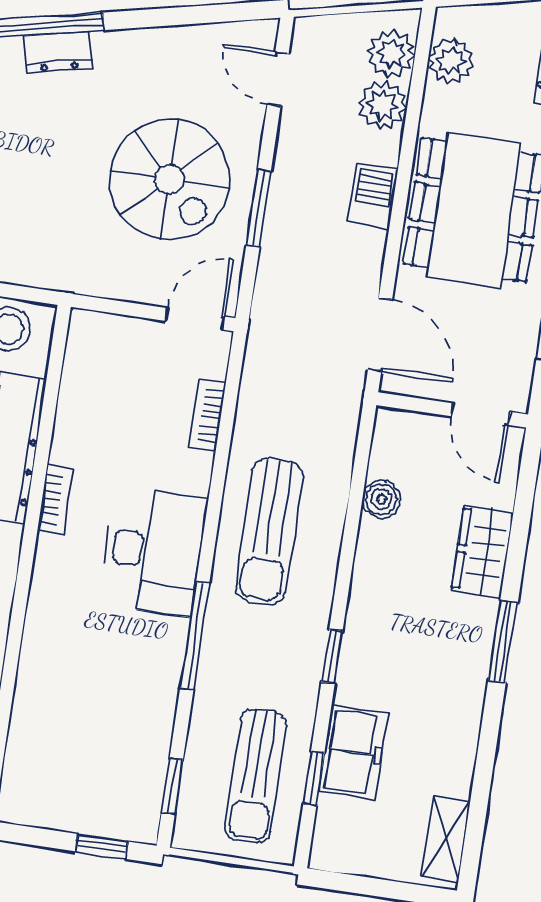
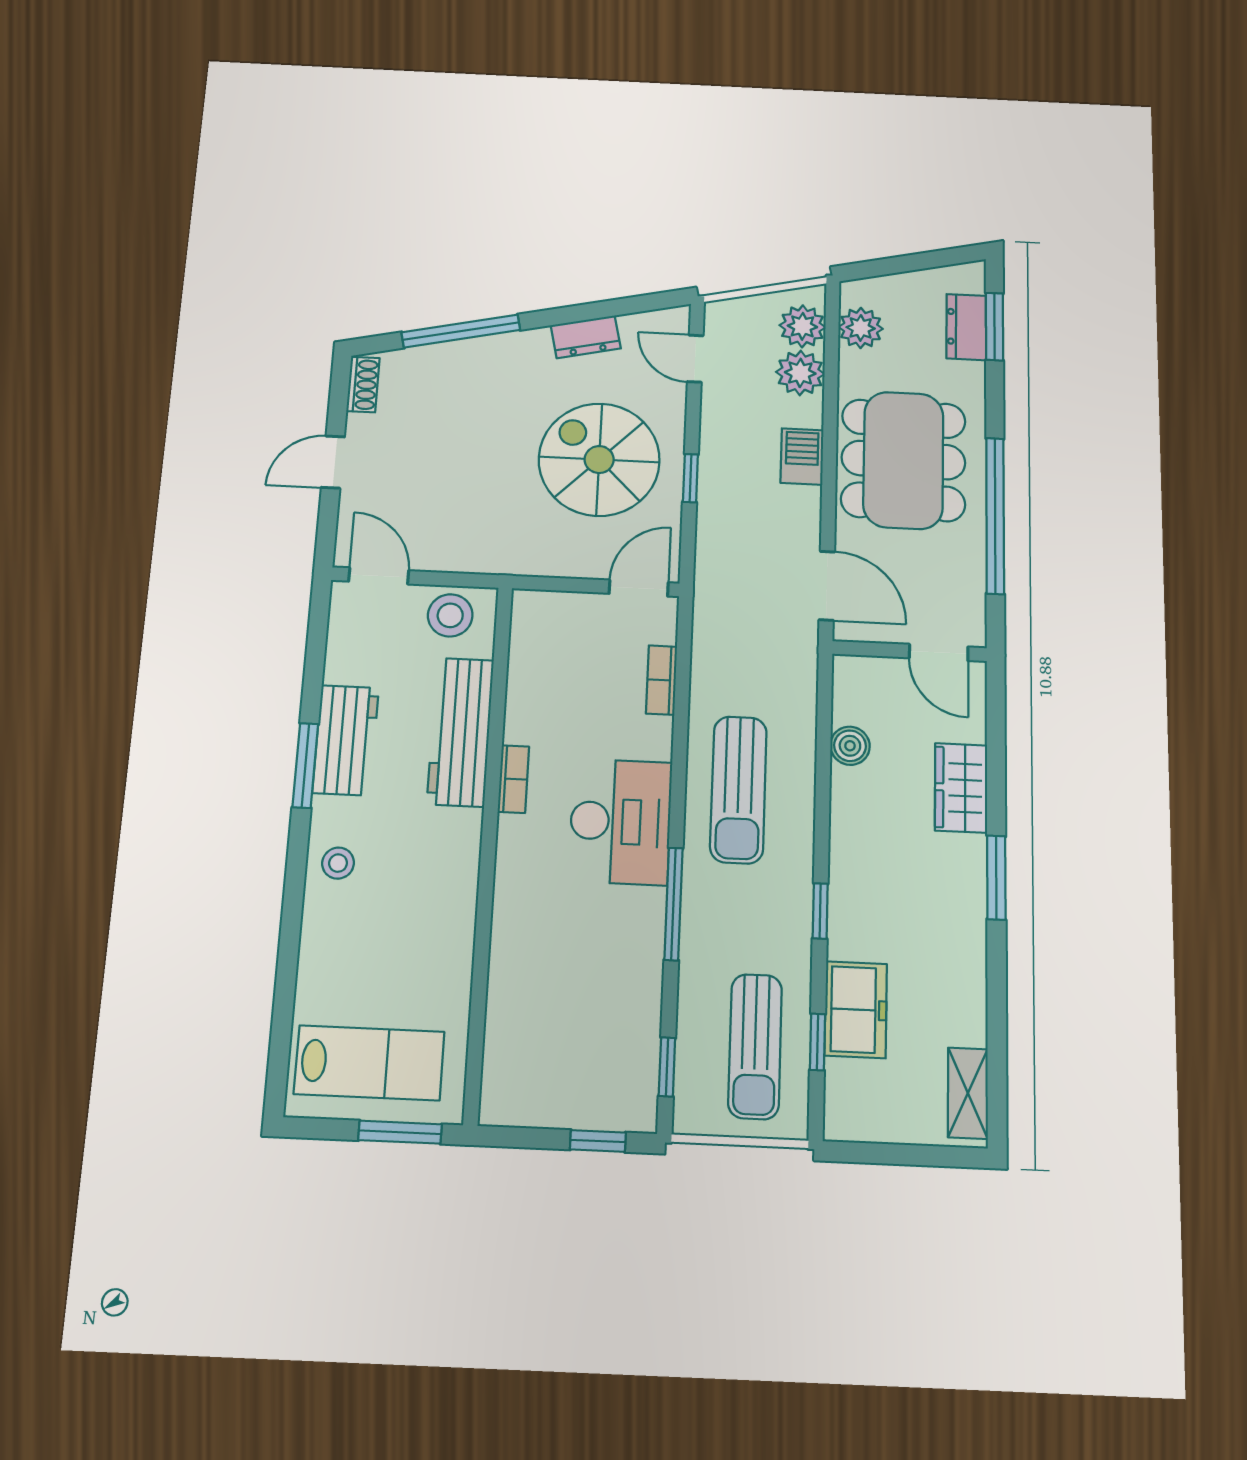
dresser: (58, 52) -> (586, 337), moved
spiral stairs: (170, 179) -> (599, 460), turned 180
window: (259, 208) -> (690, 478), width x0.67

